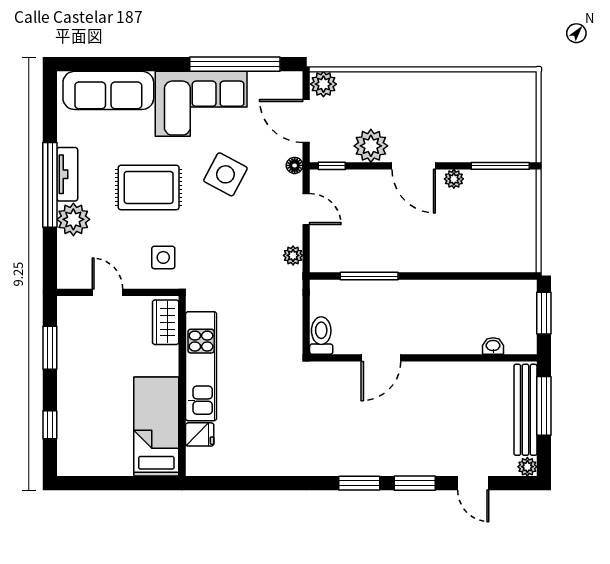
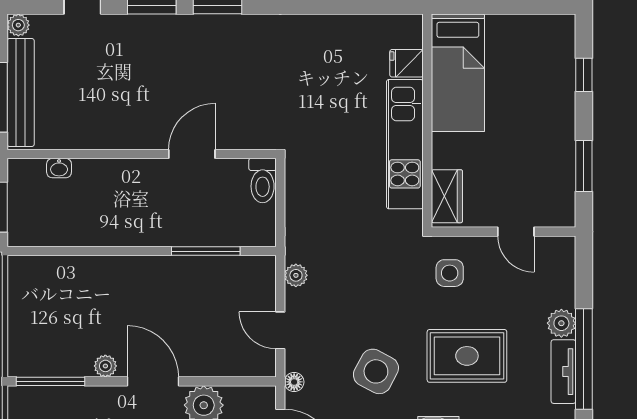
window: (332, 166) -> (250, 381), removed
plant: (73, 219) -> (561, 323), width x0.73, depth x0.73

